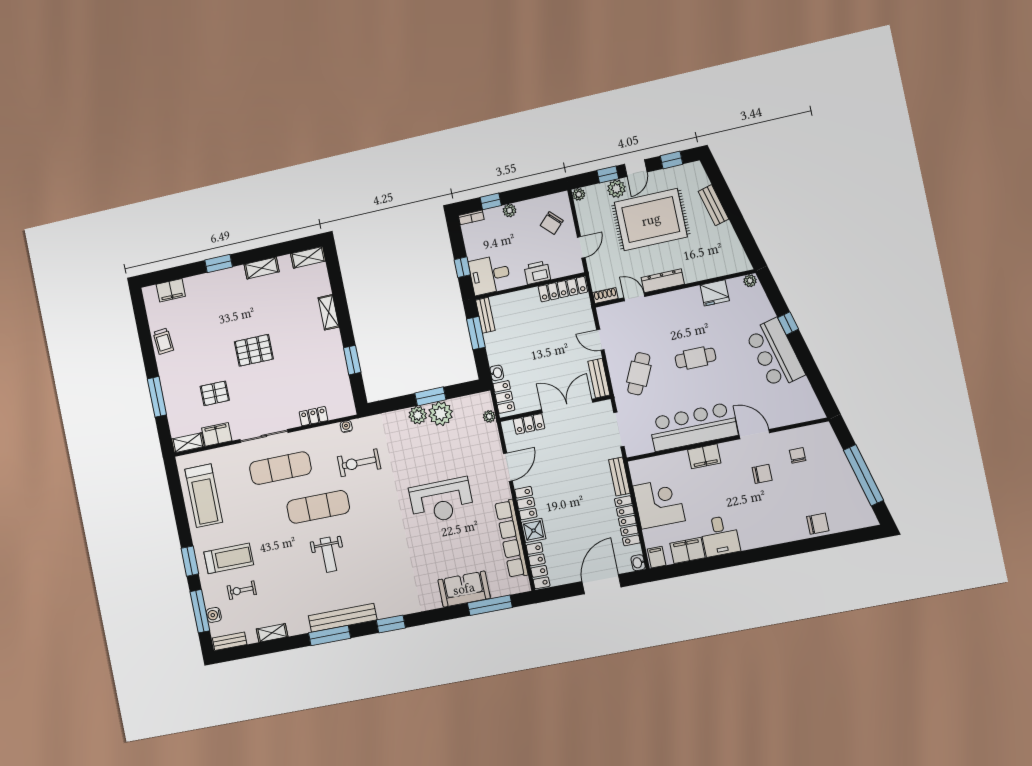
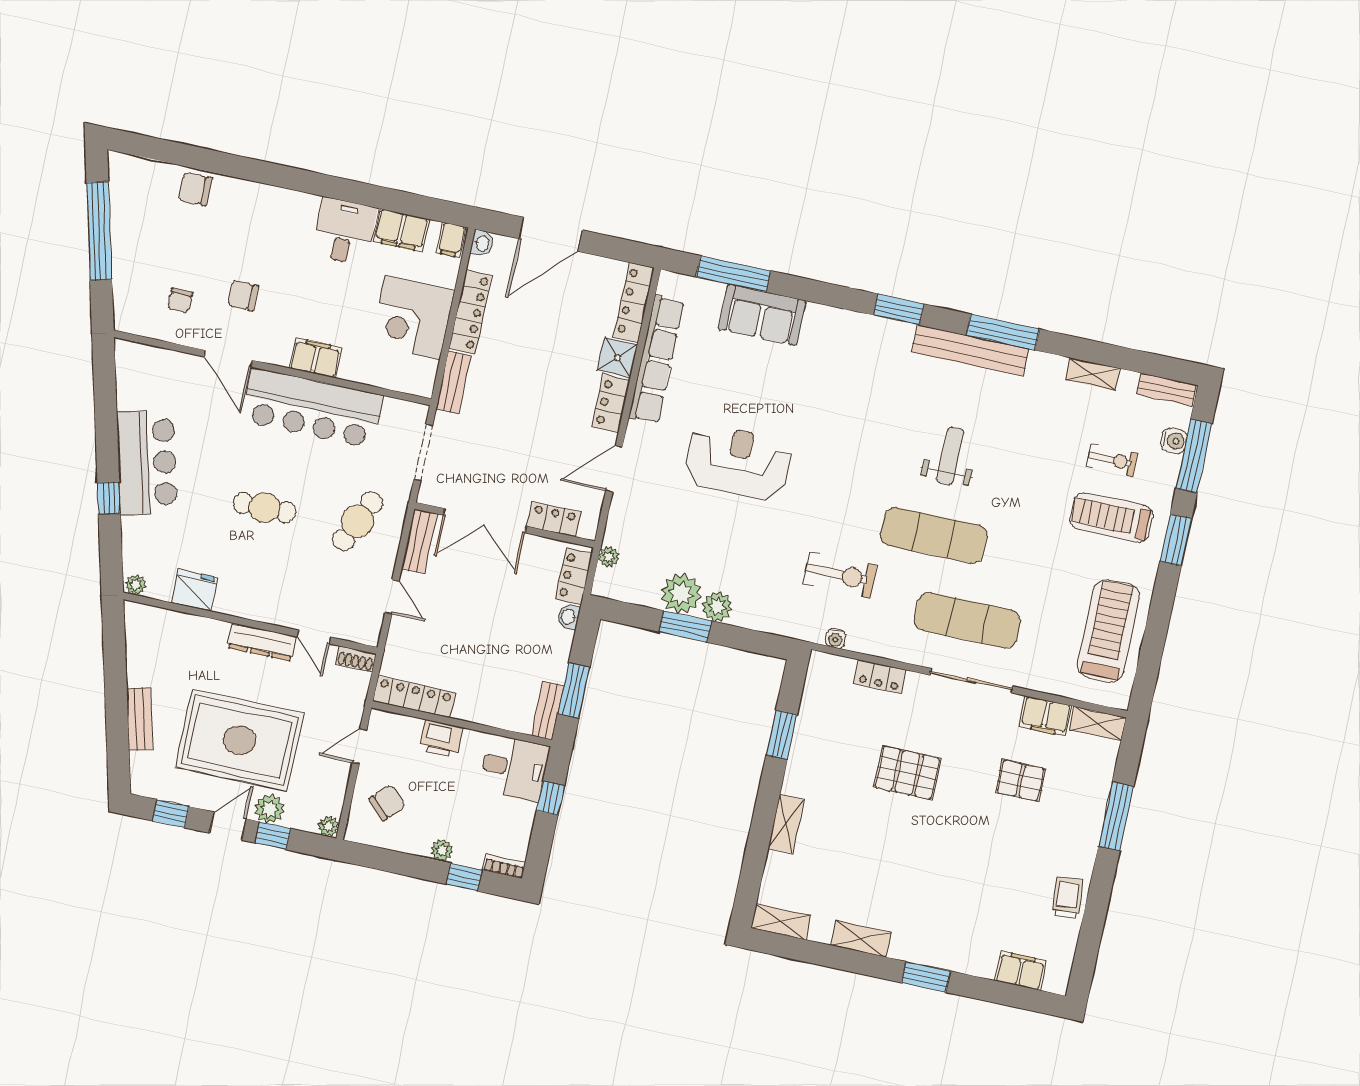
pallet: (254, 350) -> (907, 773), moved

